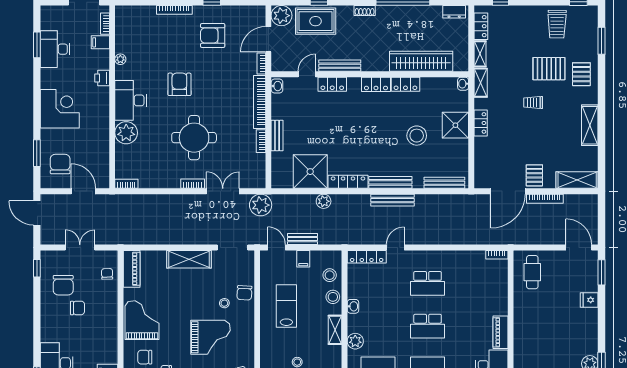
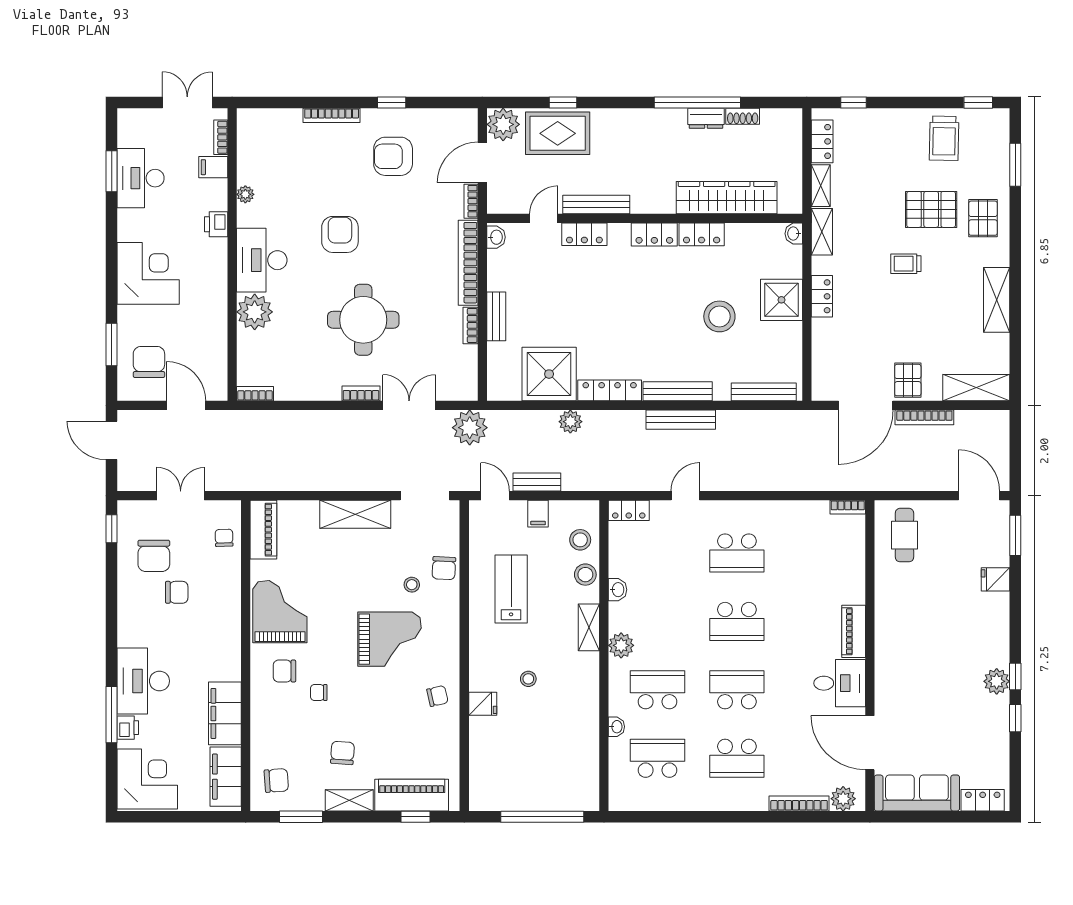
shoe rack: (365, 10) -> (743, 116), moved
dresser: (454, 12) -> (706, 118), moved
locker: (367, 257) -> (629, 510), width x0.66

